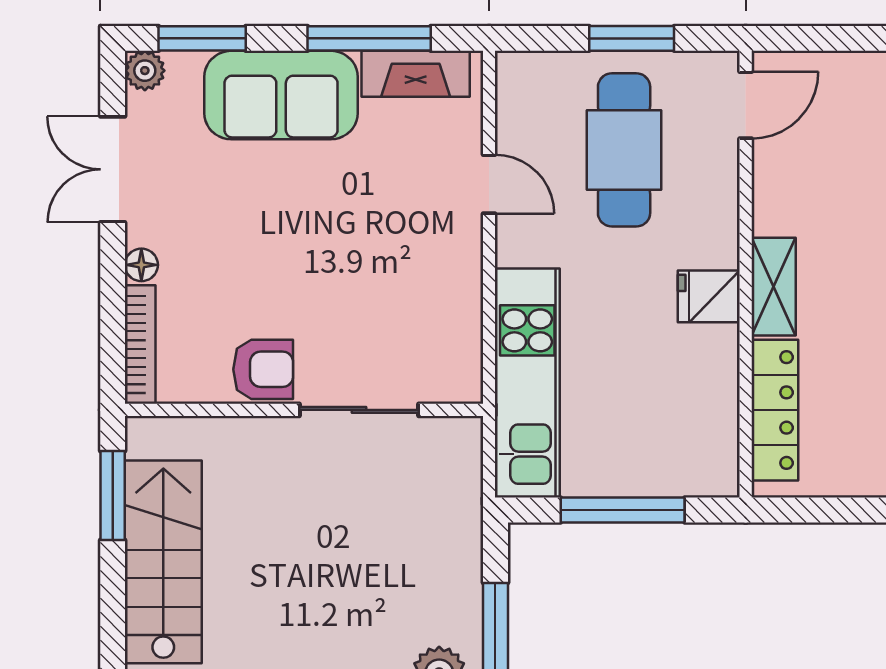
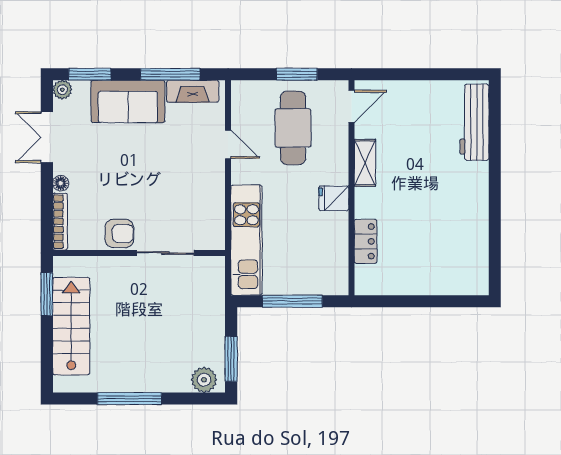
shelving: (774, 287) -> (365, 163), moved
locker: (775, 410) -> (366, 241), width x0.66

